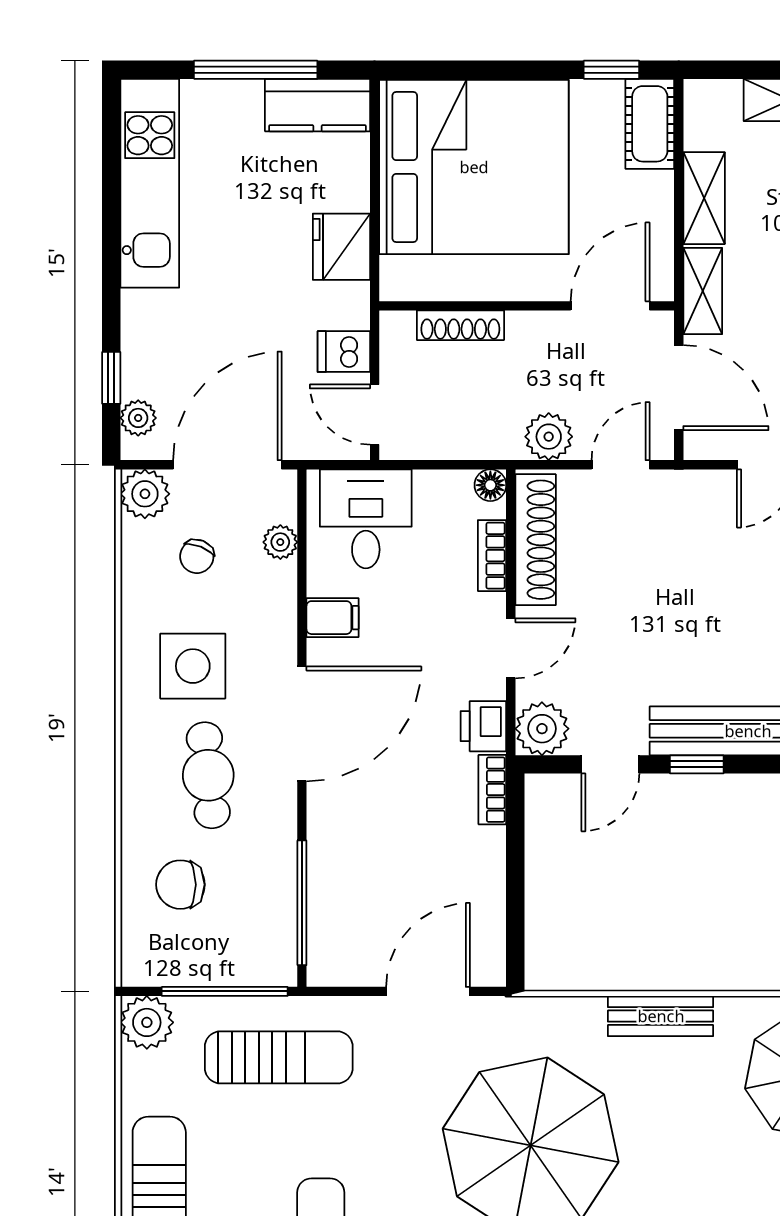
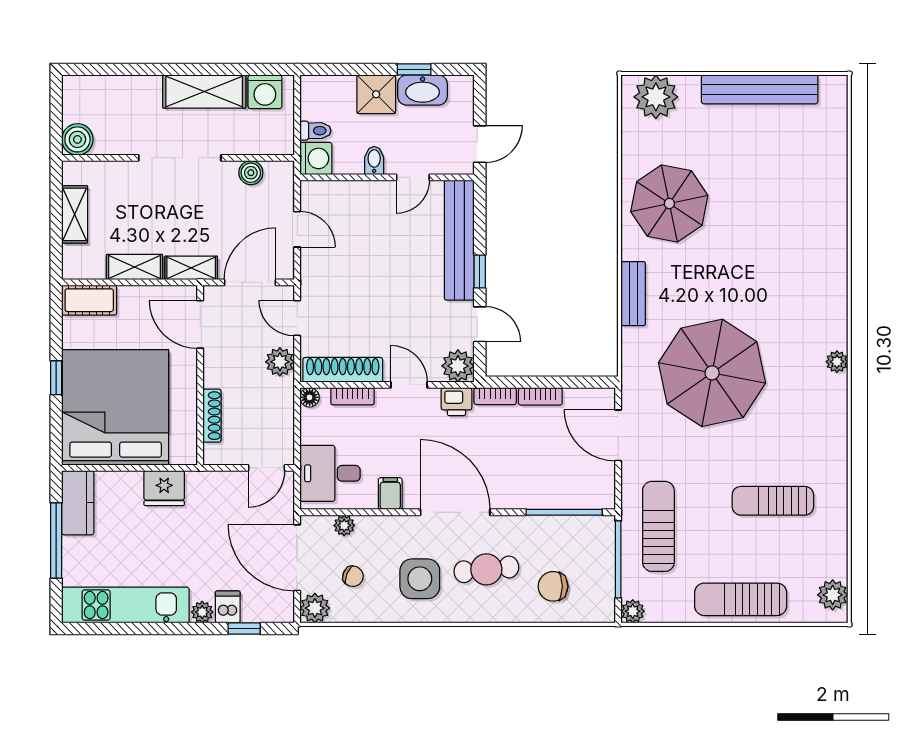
window: (611, 70) -> (56, 378), moved
dishwasher: (344, 352) -> (228, 607), moved, turned 180
plant: (138, 418) -> (202, 612), moved
bookcase: (492, 864) -> (540, 396), added
chair: (180, 885) -> (553, 586), turned 90
plant: (147, 1022) -> (633, 611), width x0.73, depth x0.73

